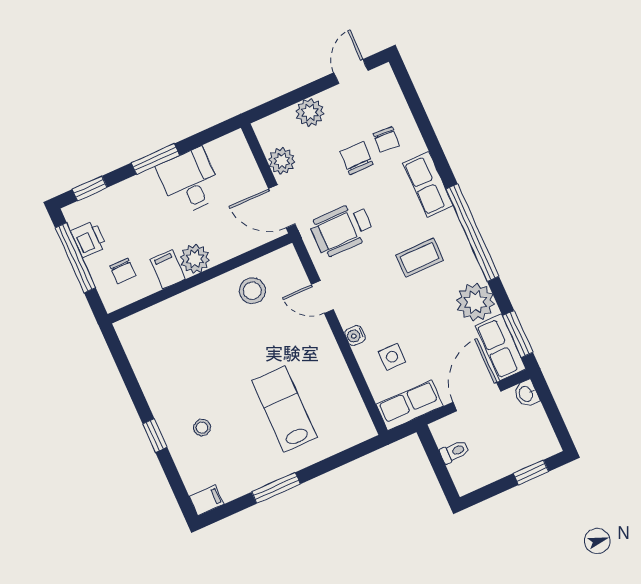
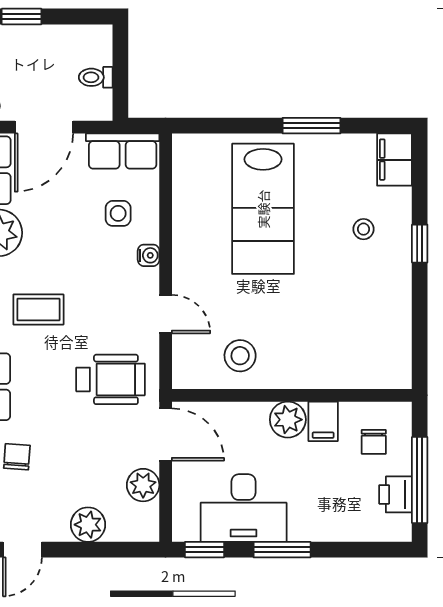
chair: (356, 158) -> (59, 451), removed
desk: (190, 181) -> (244, 508), width x1.37
window: (90, 188) -> (204, 550), moved
chair: (123, 271) -> (374, 442), turned 180
lab bench: (285, 409) -> (263, 209), width x1.36, depth x1.39
filing cabinet: (207, 500) -> (394, 160), width x2.00

